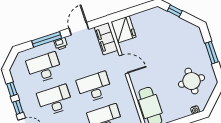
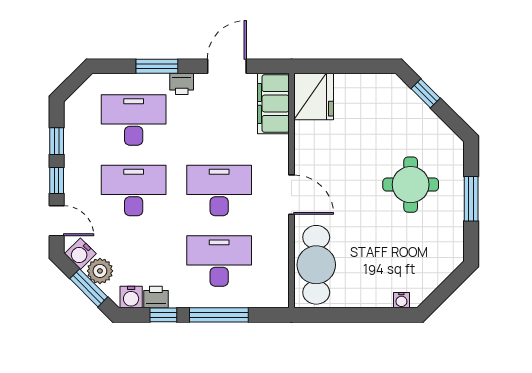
window: (47, 39) -> (157, 66), width x0.69
door: (124, 64) -> (291, 195), moved
round table: (191, 81) -> (411, 185), moved

